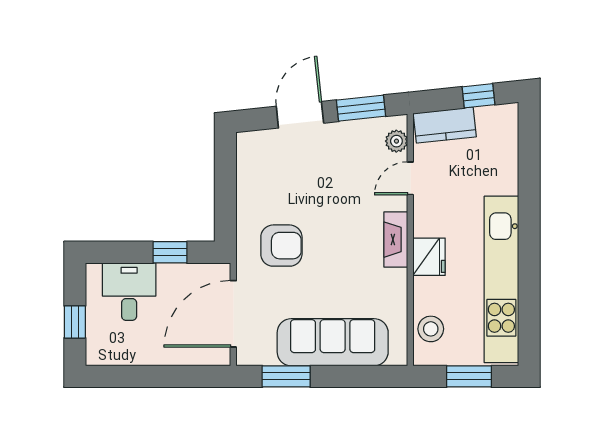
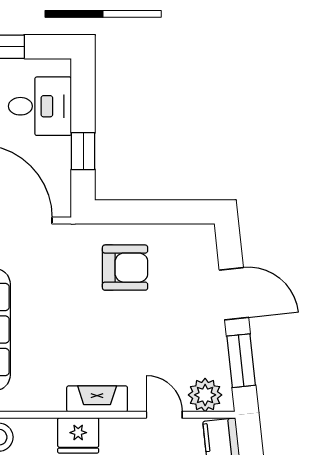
plant: (396, 141) -> (205, 395), width x1.38, depth x1.38
armchair: (281, 246) -> (125, 268), moved, turned -90

